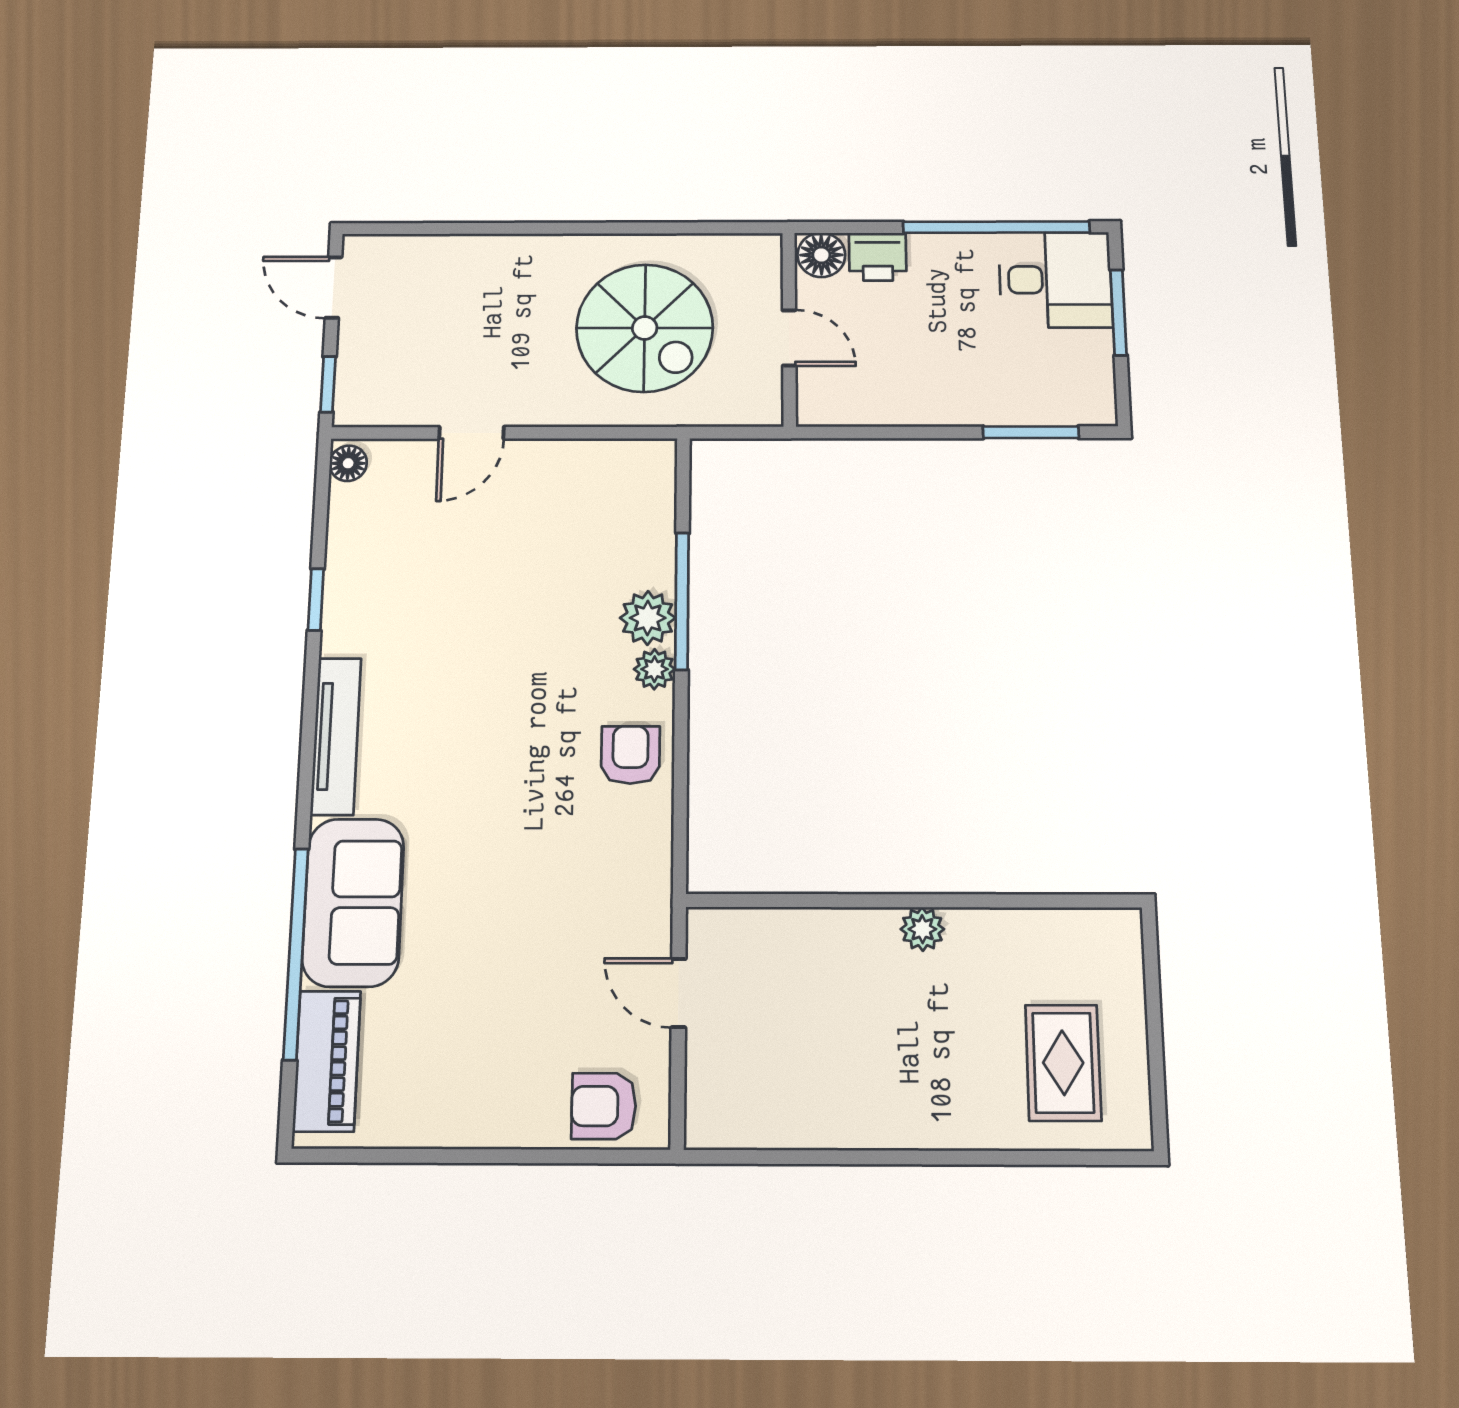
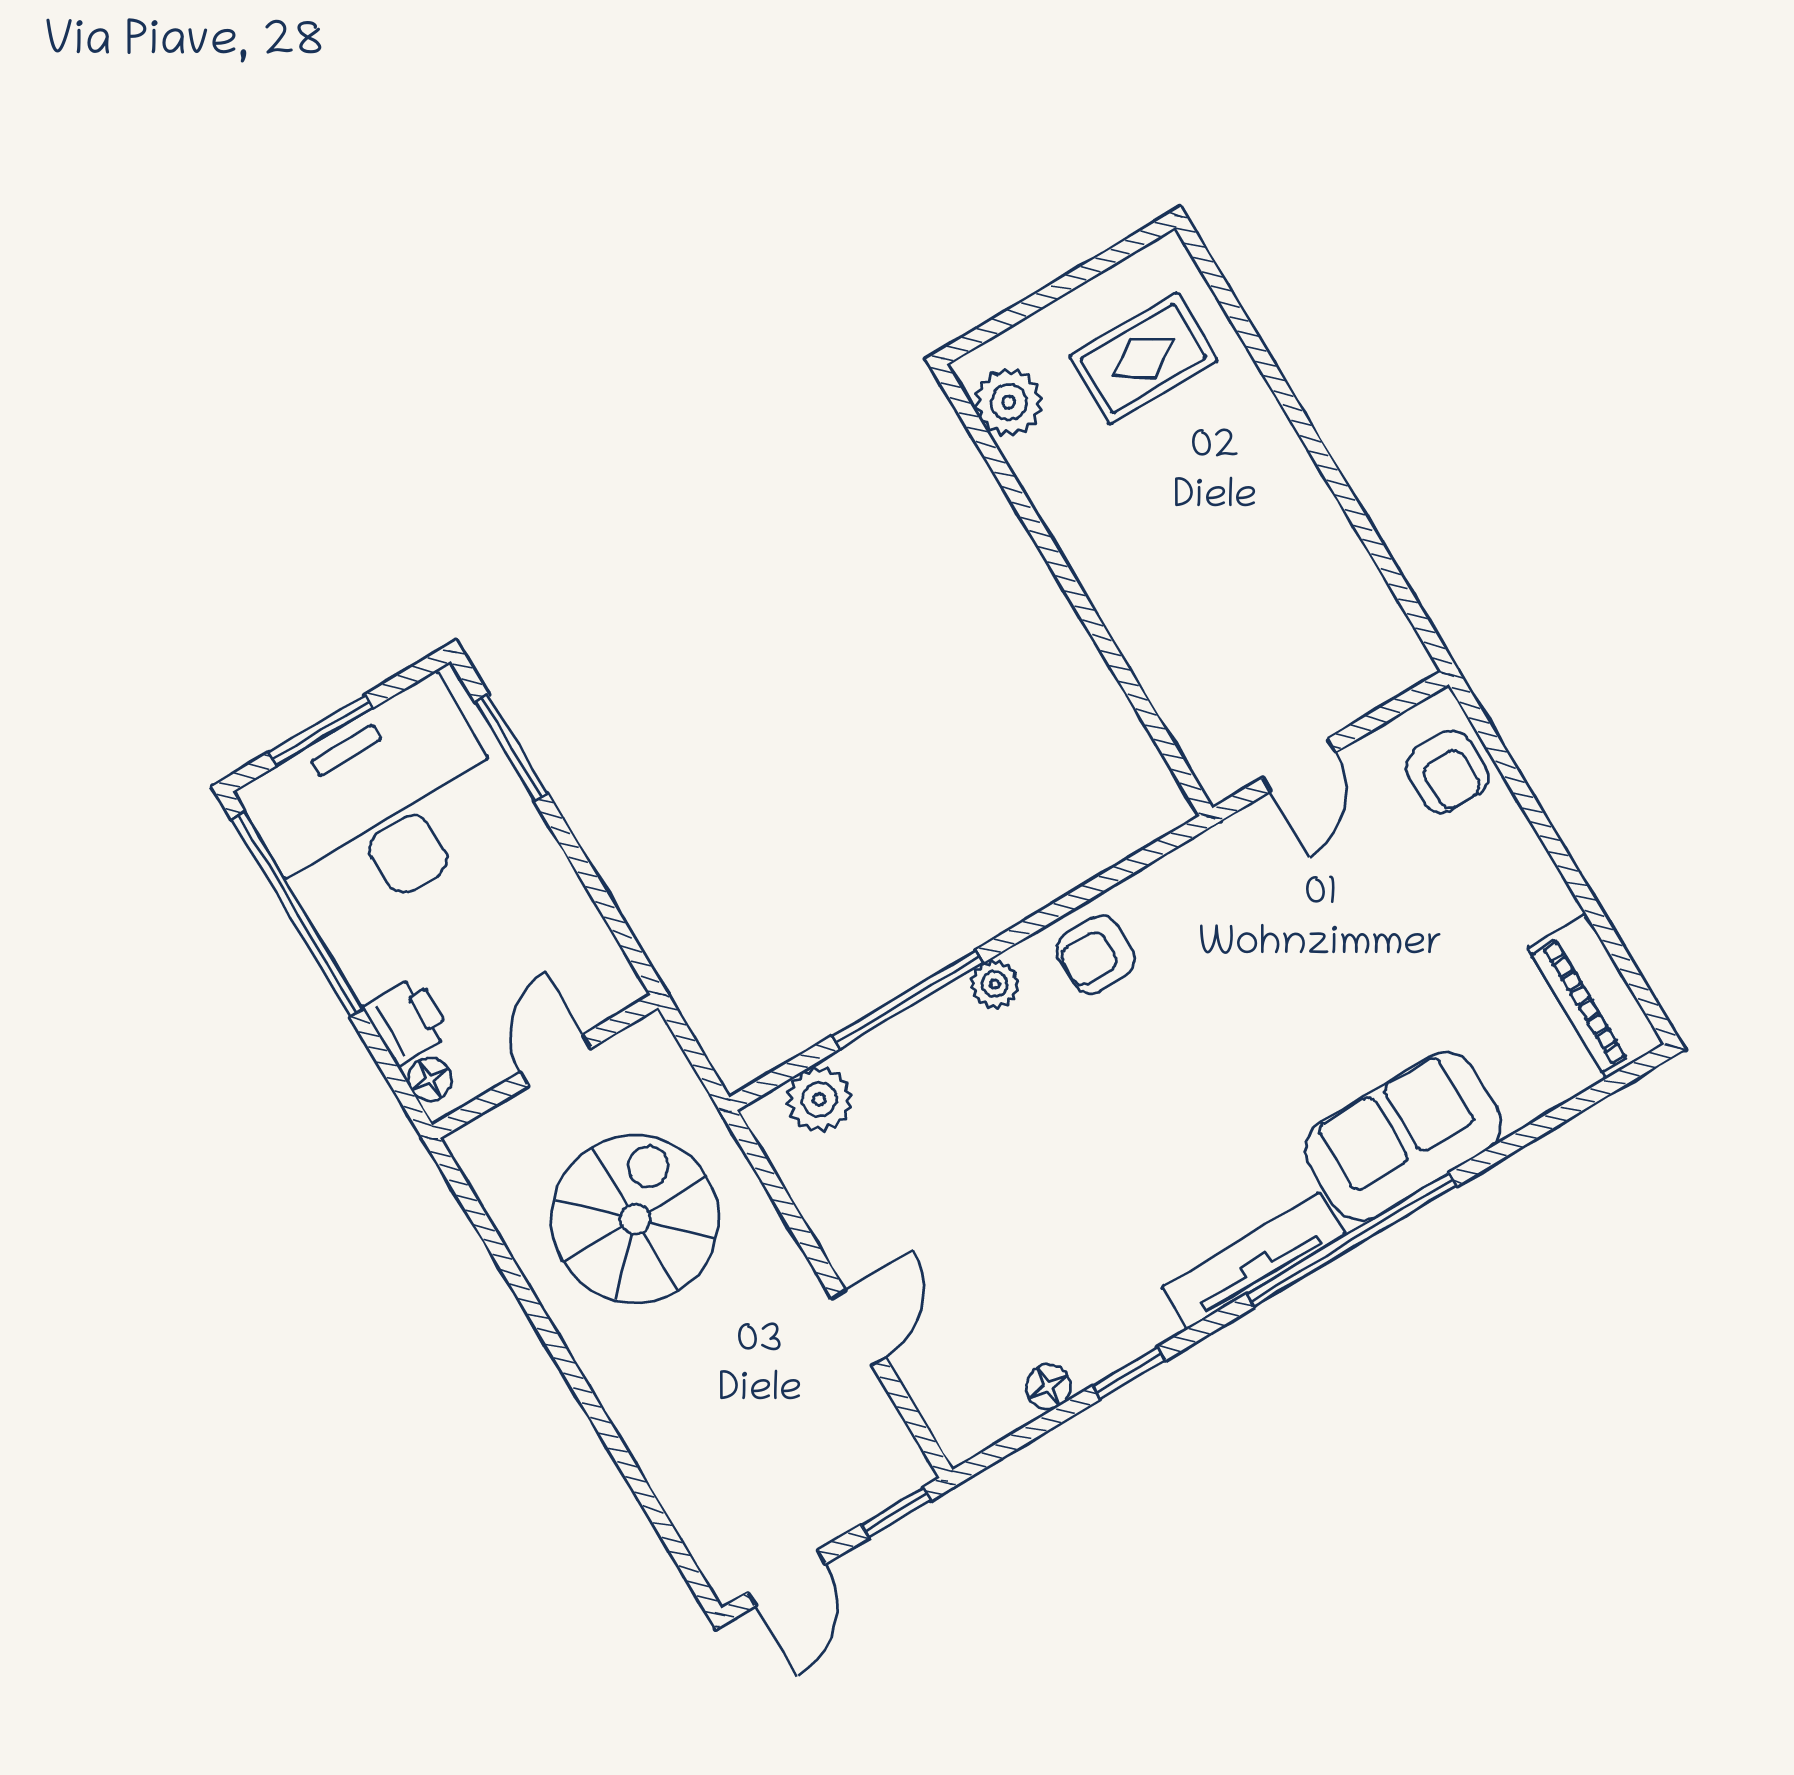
floor lamp: (821, 255) -> (430, 1079), width x0.73, depth x0.73
desk: (1055, 280) -> (380, 807), width x1.87, depth x1.30
door: (471, 433) -> (859, 1328), hinge flipped
floor lamp: (348, 463) -> (1048, 1387), moved
plant: (648, 618) -> (819, 1099), moved
plant: (922, 929) -> (1009, 402), moved, width x1.38, depth x1.38
window: (296, 953) -> (1352, 1240), moved
piano: (327, 1061) -> (1596, 996), moved, turned -90

